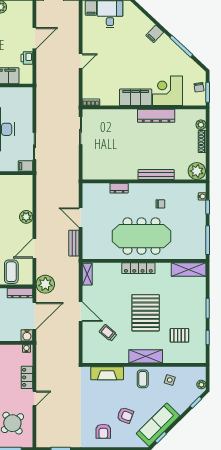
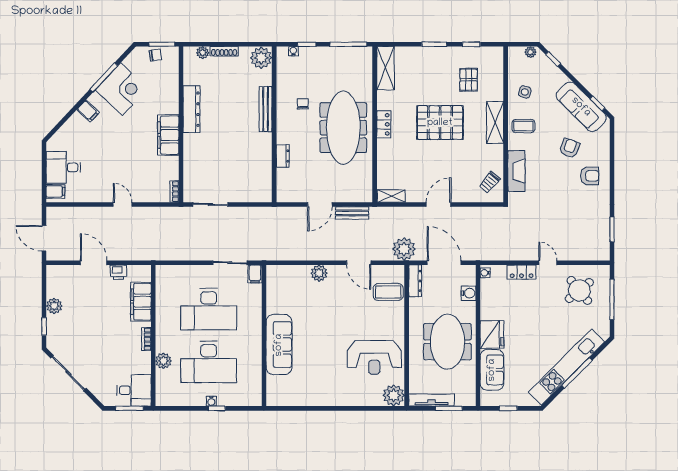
corner desk: (168, 91) -> (122, 89), moved, turned -137
locker: (138, 268) -> (384, 124), width x0.66
trolley: (108, 333) -> (490, 182), moved
water cooler: (27, 335) -> (469, 293), moved

